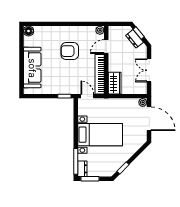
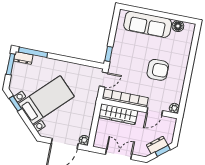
floor lamp: (29, 31) -> (178, 26), moved
door: (106, 47) -> (155, 112), swing flipped
armchair: (70, 51) -> (158, 70), turned 90
wardrobe: (115, 83) -> (118, 114), width x1.50
bed with nightstands: (100, 135) -> (46, 100), moved, turned -135

